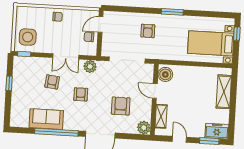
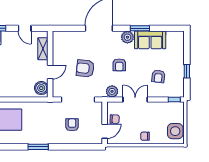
armchair: (148, 31) -> (72, 125), moved
side table: (28, 37) -> (175, 131), moved
armchair: (52, 82) -> (158, 76), moved
door: (155, 91) -> (50, 72), hinge flipped
armchair: (121, 106) -> (85, 68), moved, turned 96
plant: (144, 128) -> (127, 37), moved
window: (56, 132) -> (140, 28), width x0.47

